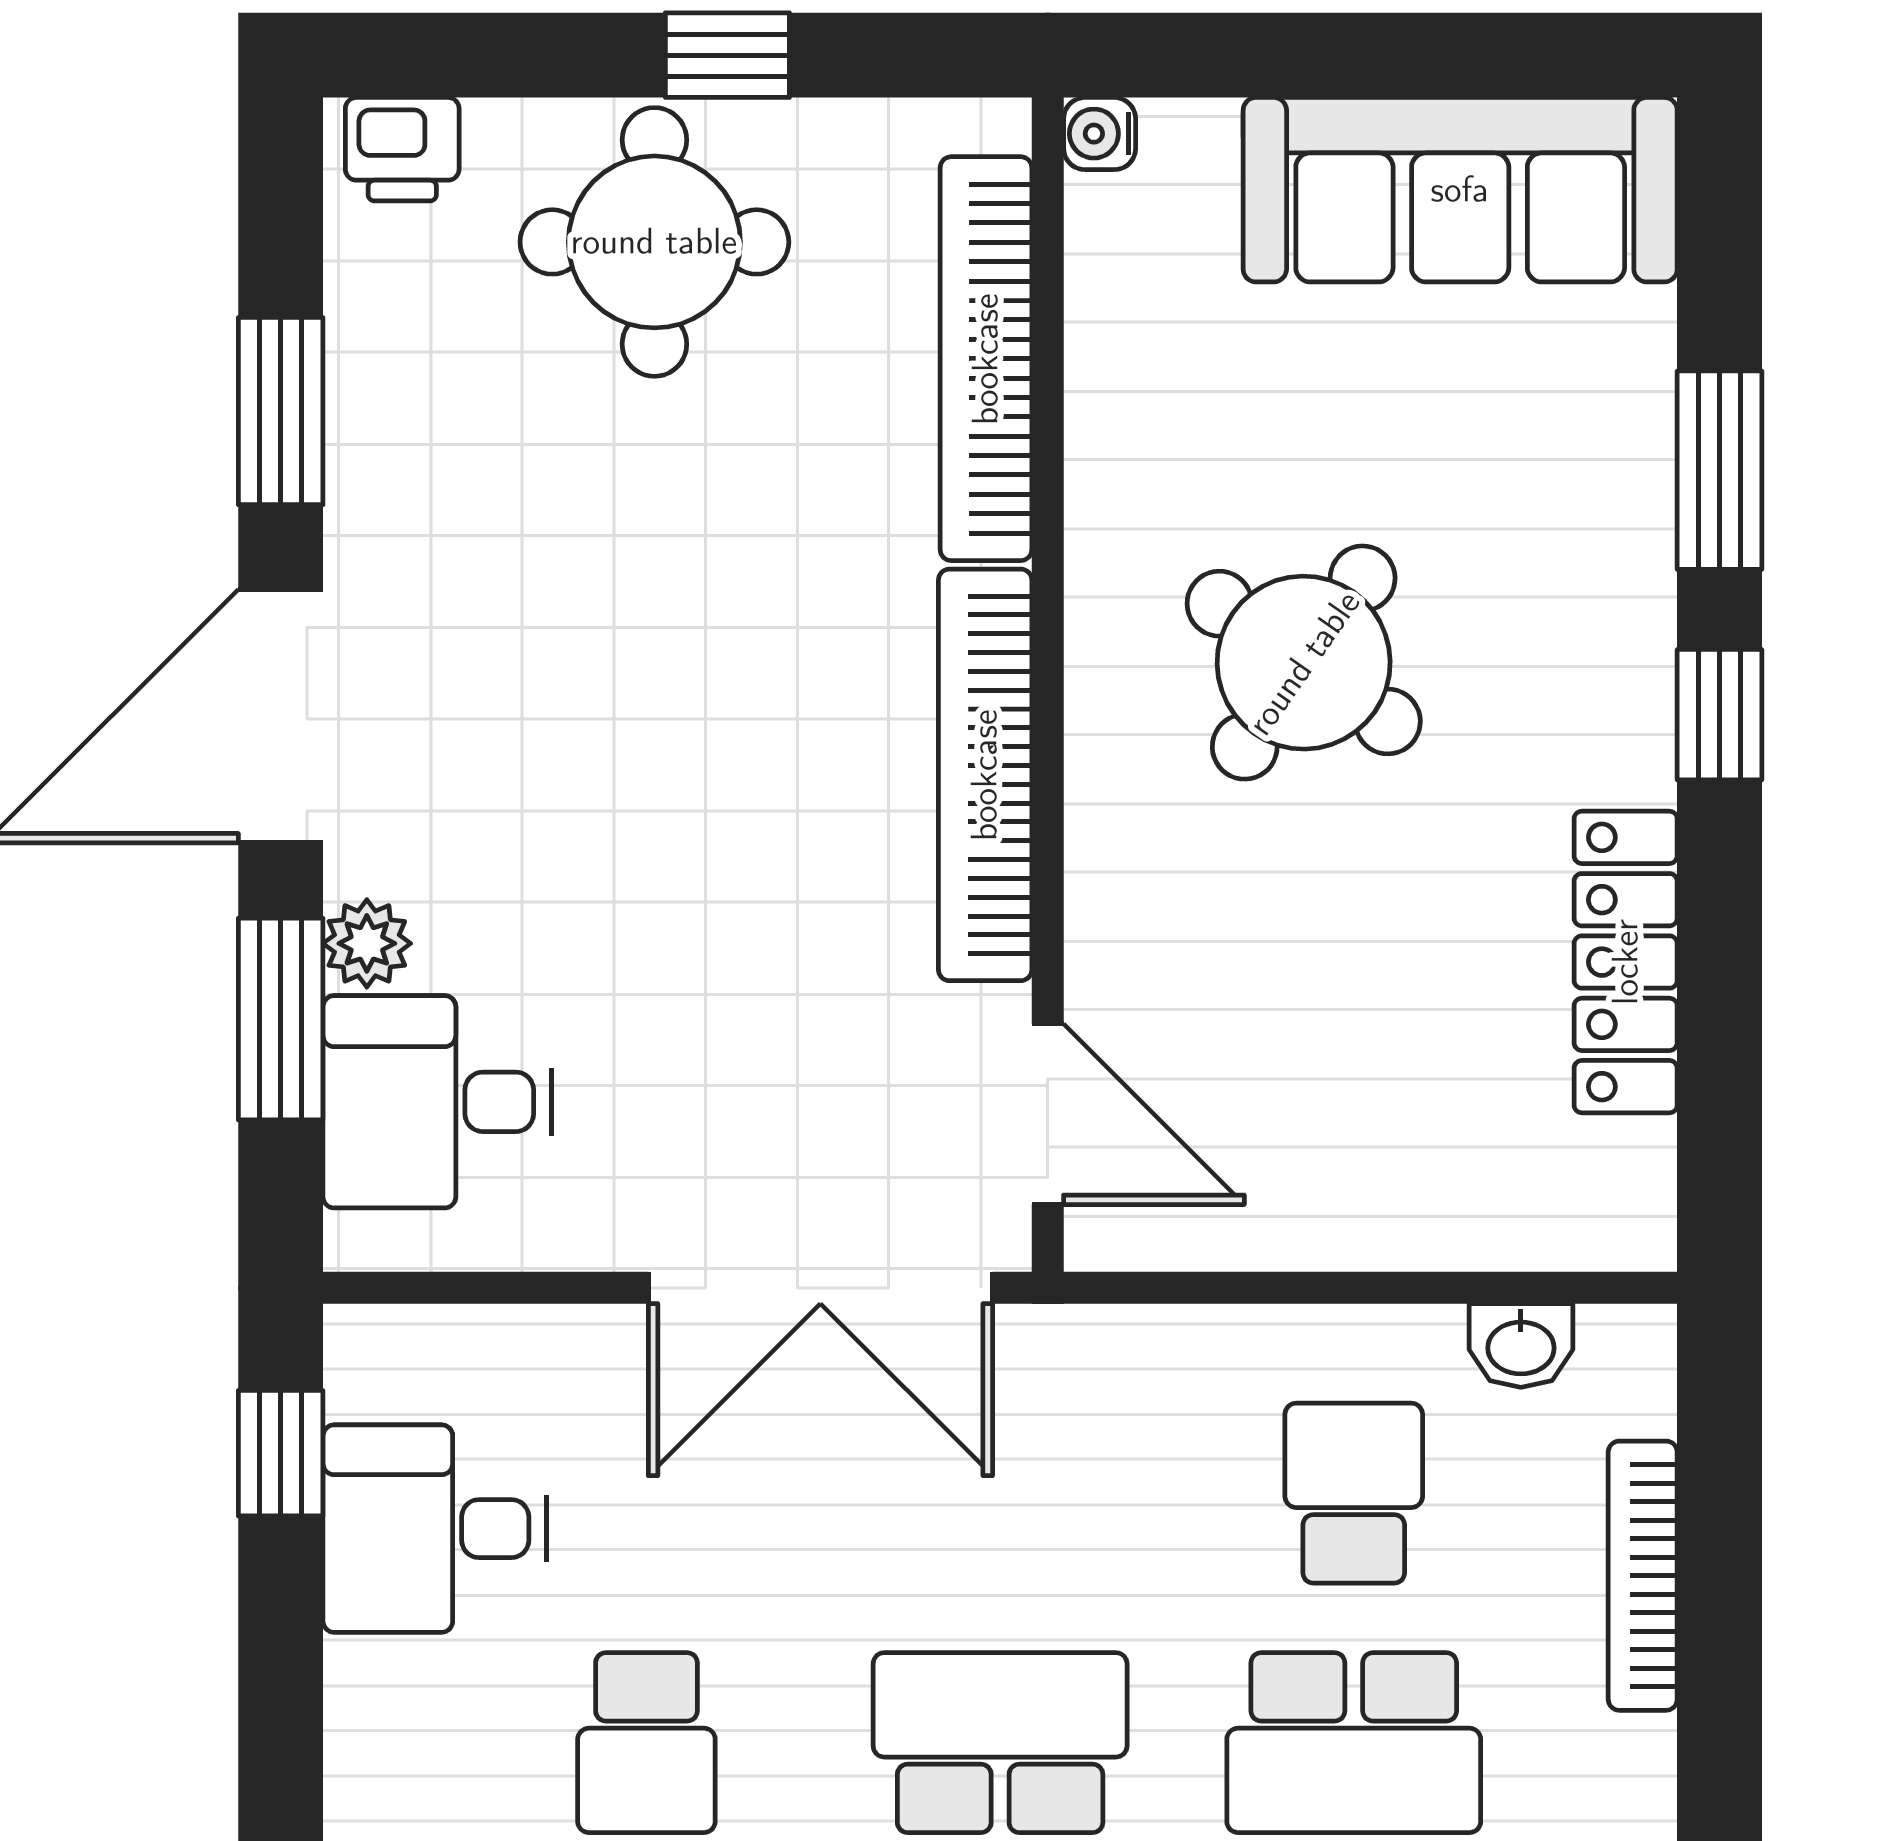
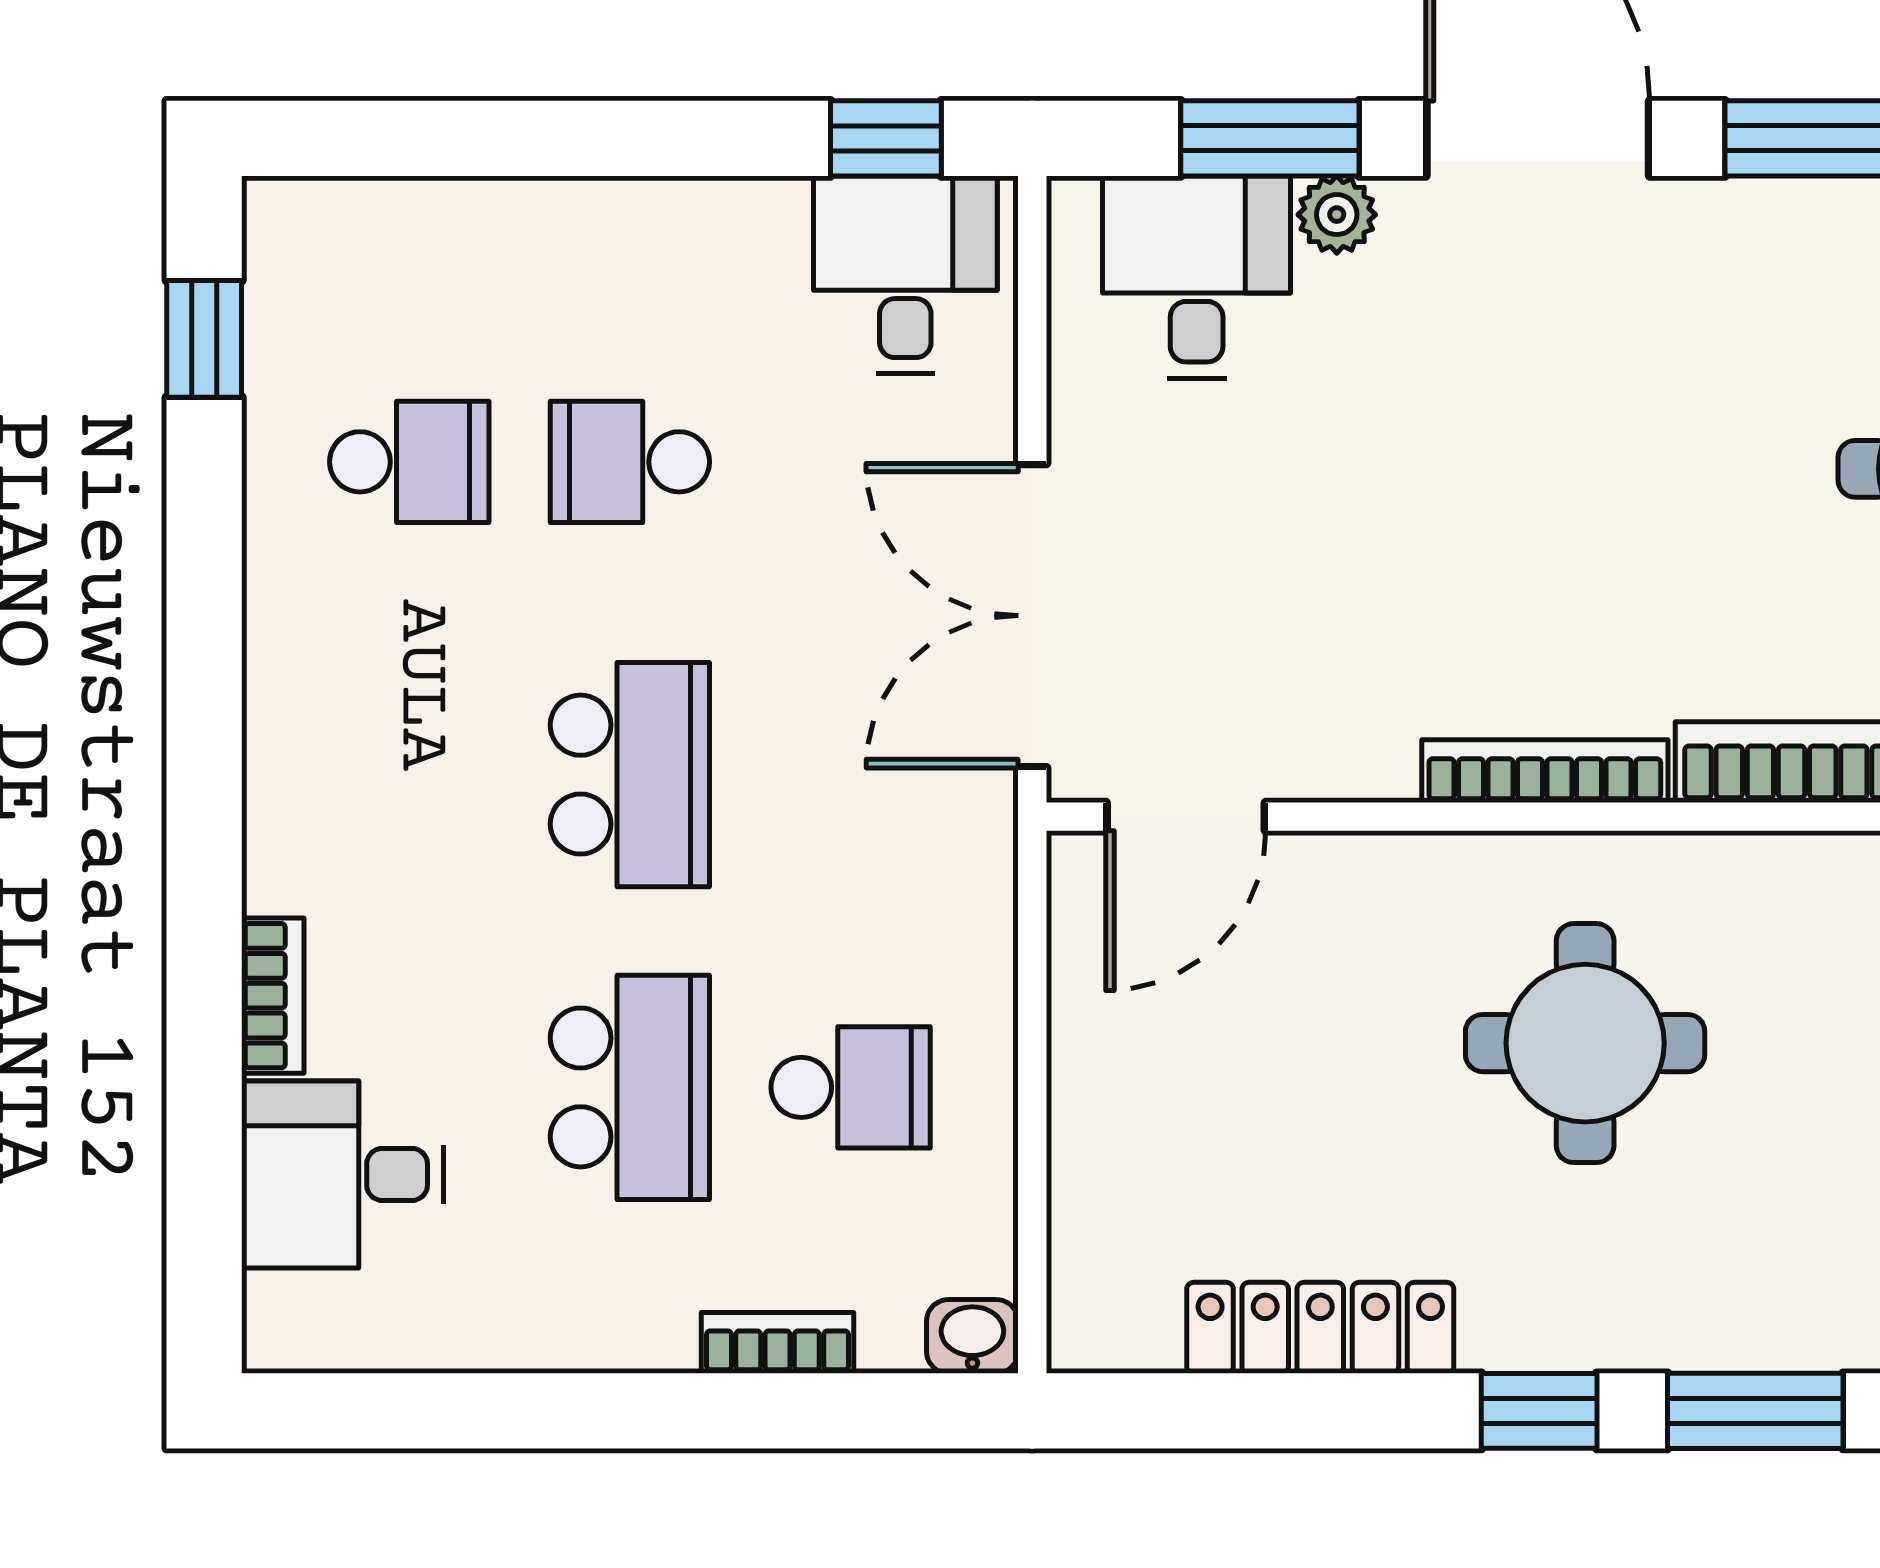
round table: (1304, 663) -> (1585, 1043), turned -35
bookcase: (985, 775) -> (1545, 771), width x0.68, depth x0.76
washbasin: (1521, 1345) -> (972, 1336), moved, turned 90
desk: (435, 1529) -> (905, 275), moved
bookcase: (1643, 1576) -> (778, 1343), width x0.64
school desk: (1354, 1743) -> (630, 1087), turned 180

